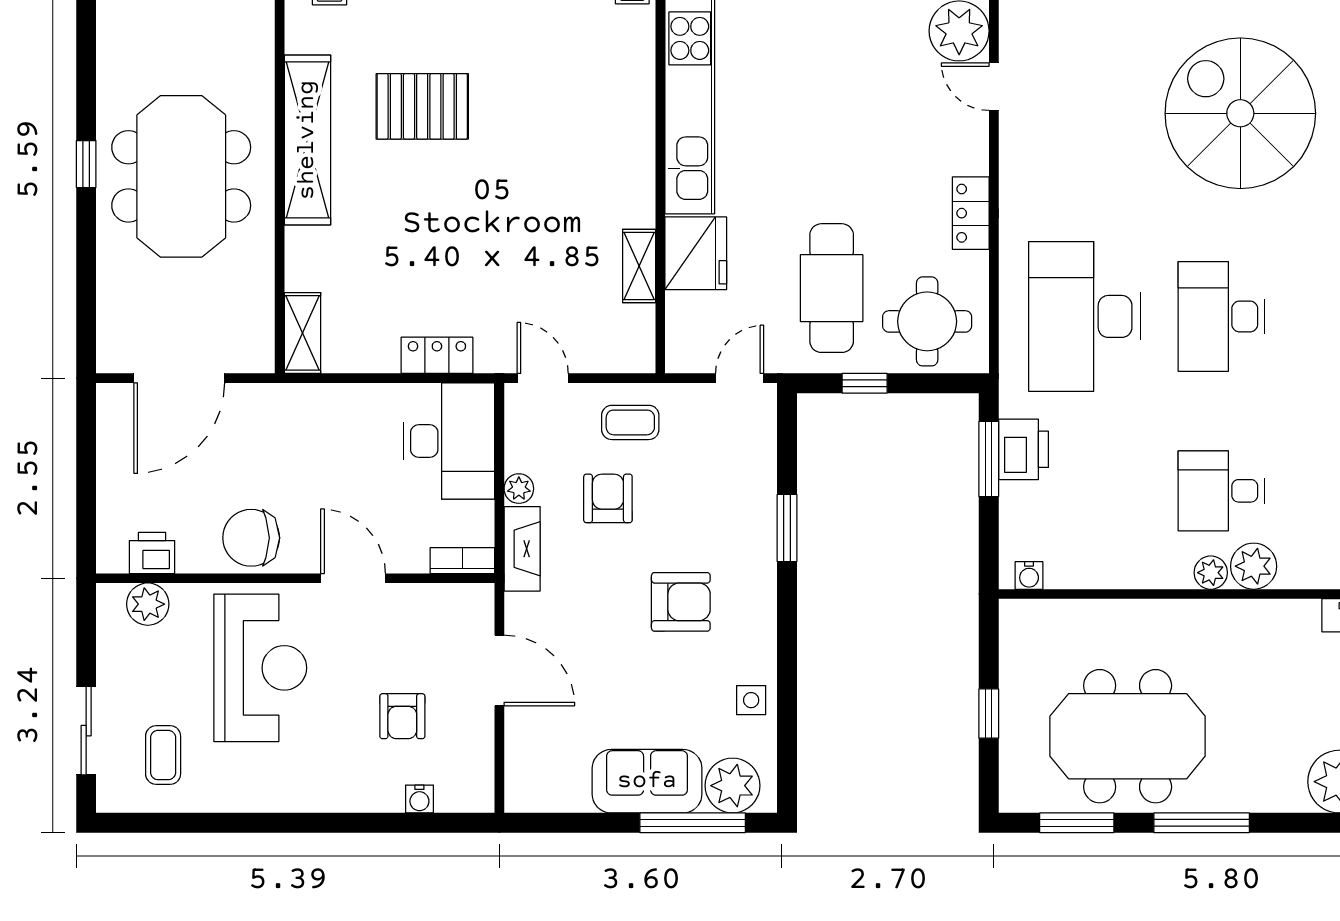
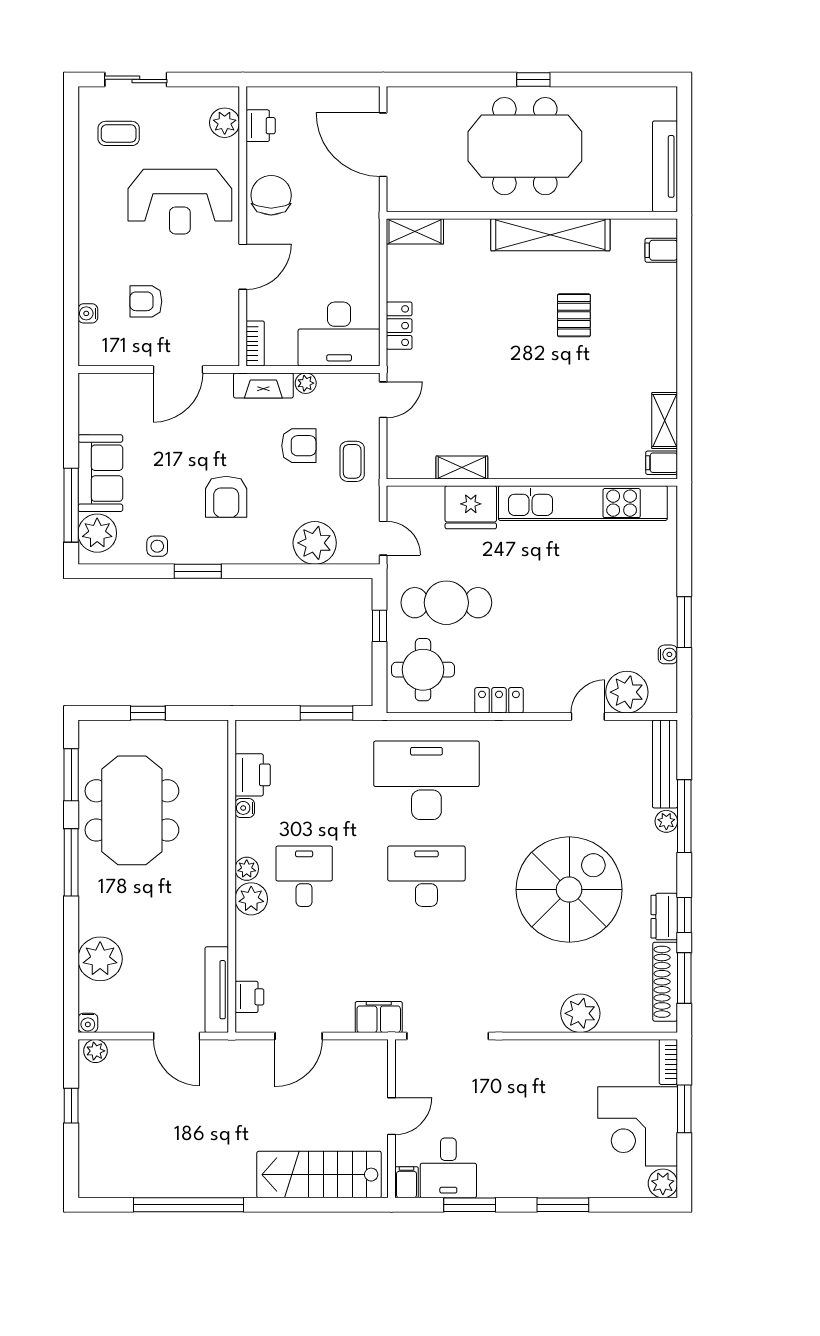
pallet: (422, 106) -> (574, 315), width x0.67, depth x0.71
printer: (1023, 449) -> (253, 775), moved, turned -90
plant: (747, 476) -> (315, 543), added
window: (787, 528) -> (198, 571), moved
water cooler: (1029, 575) -> (245, 808), moved

